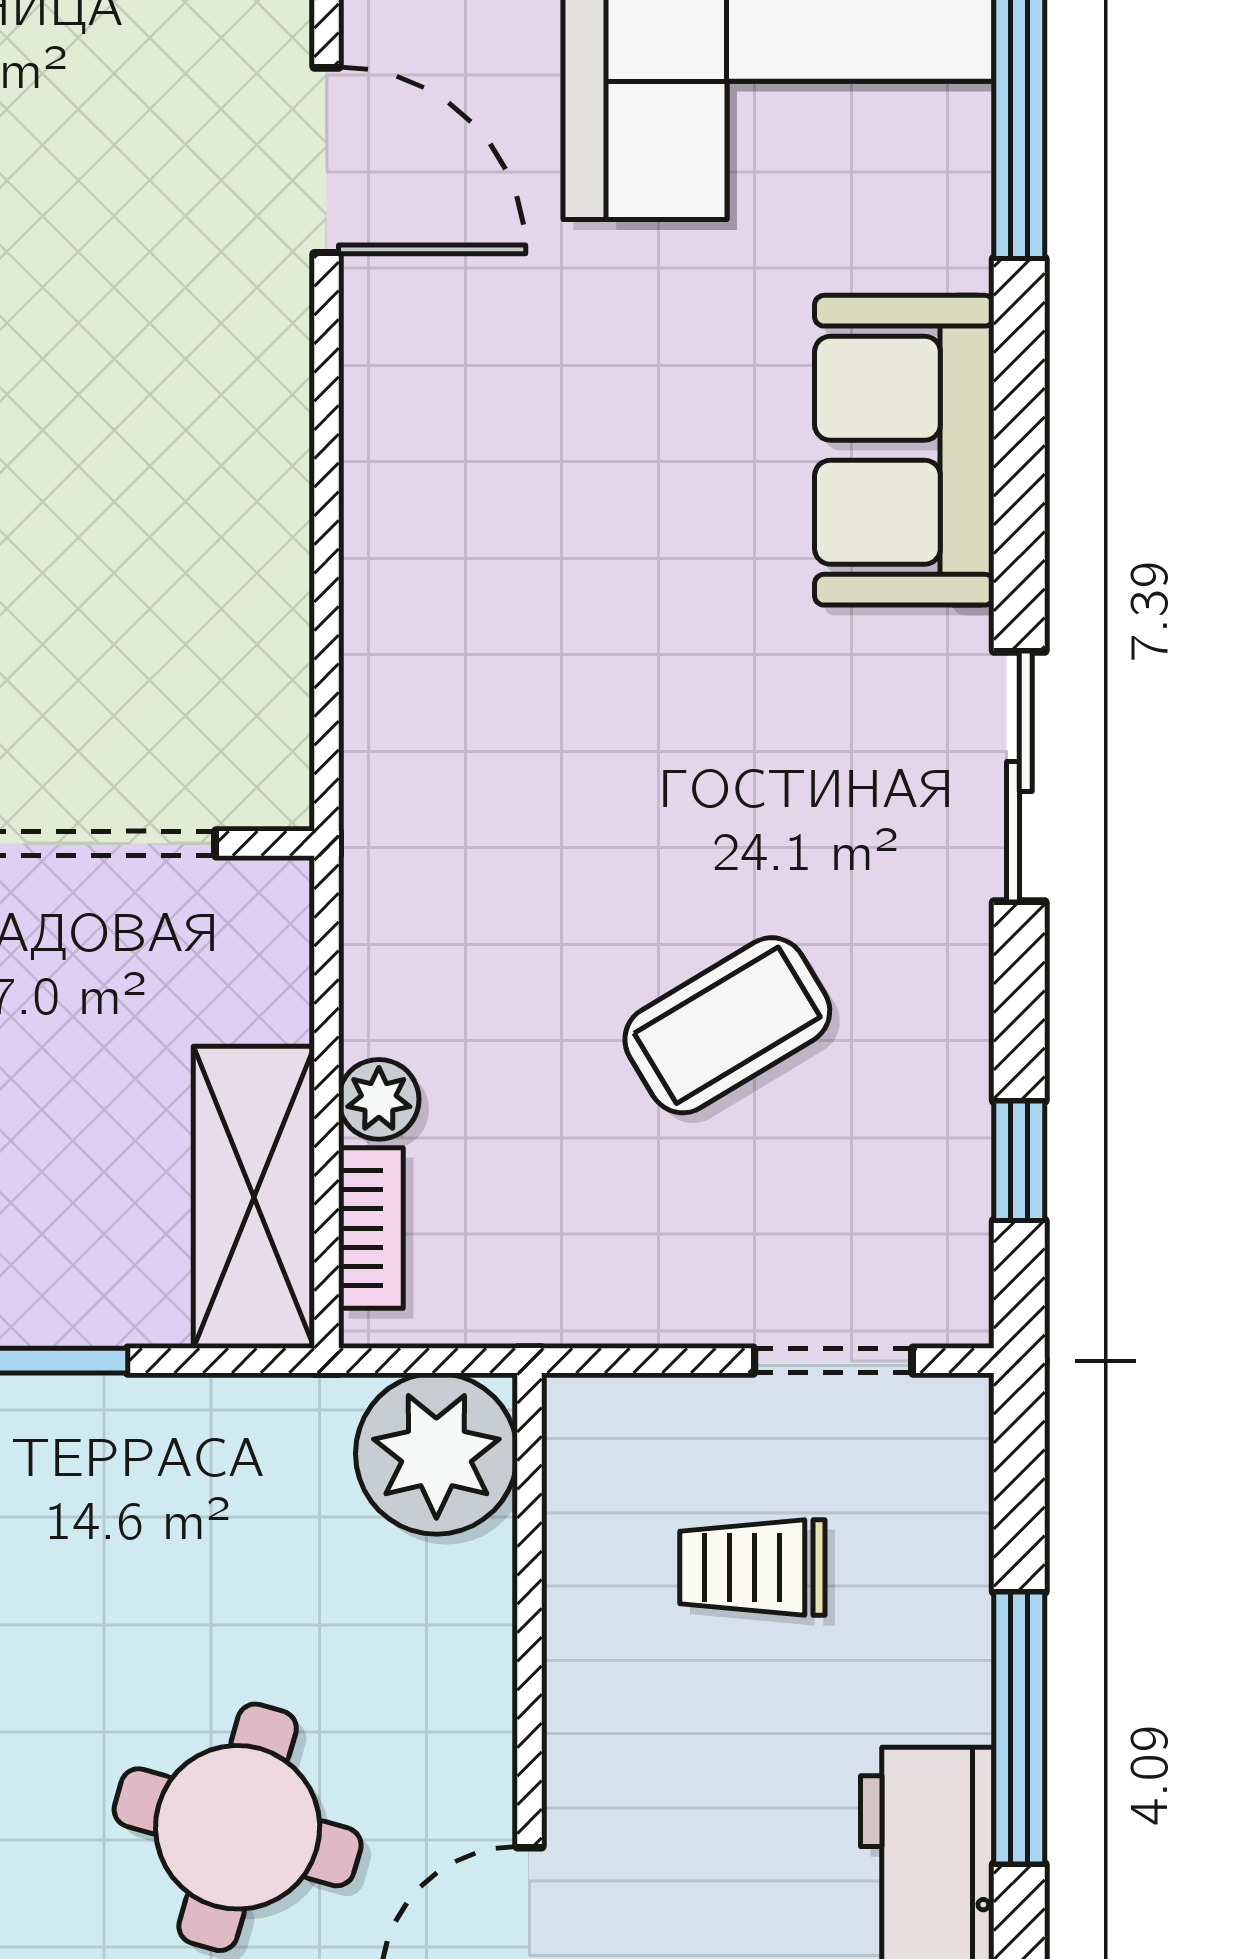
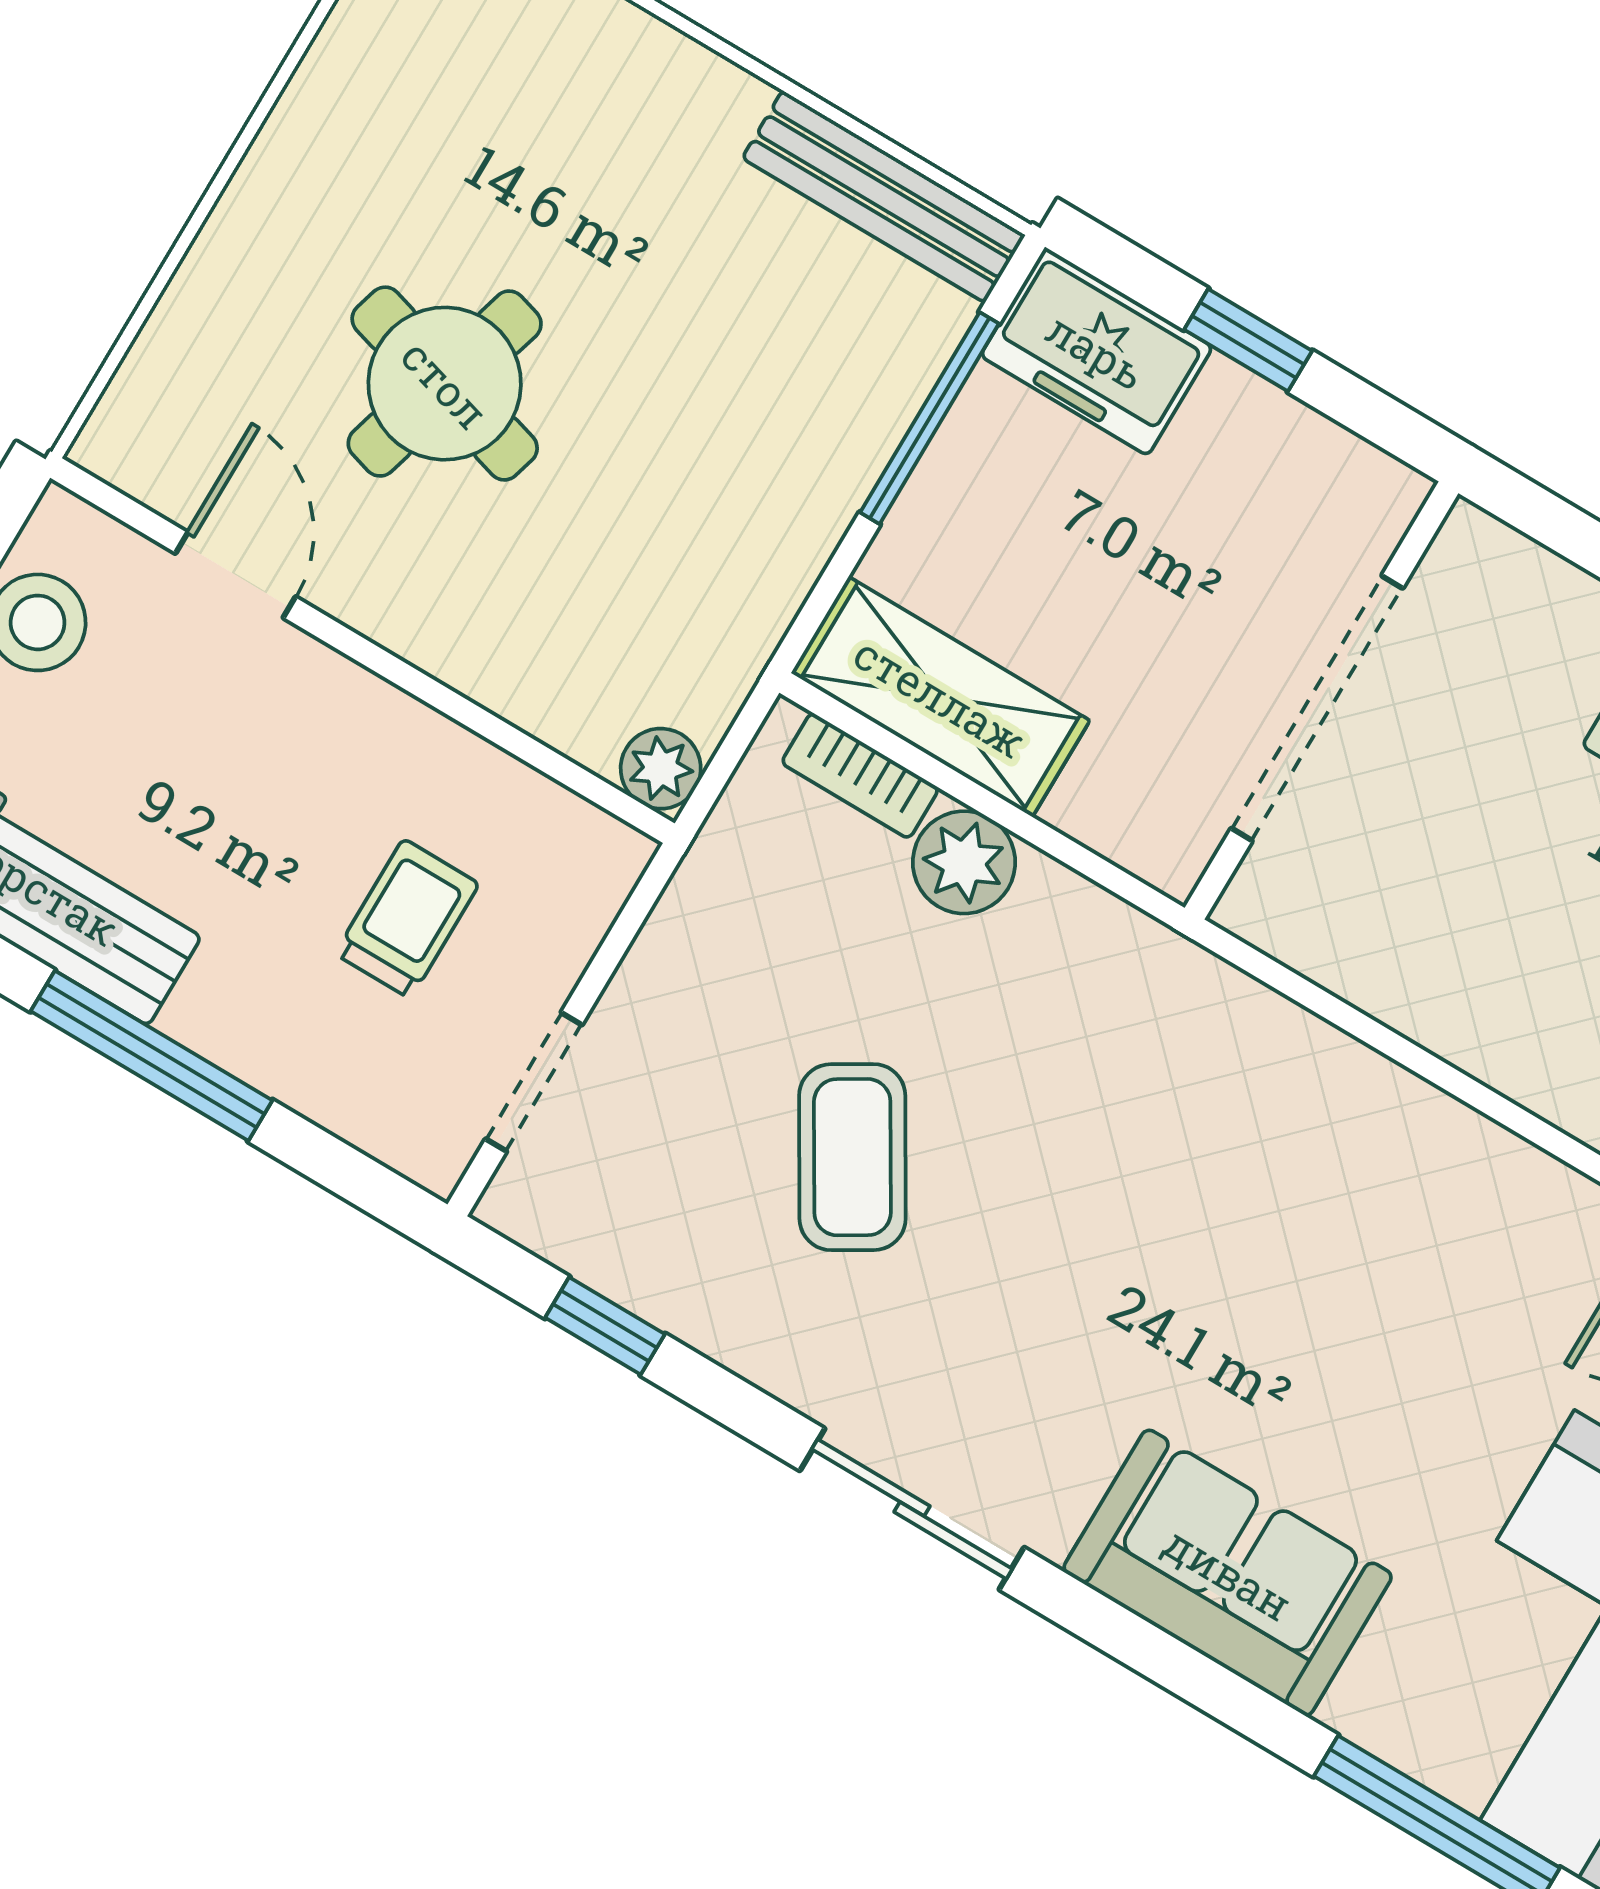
plant: (379, 1099) -> (964, 862), width x1.38, depth x1.38
plant: (436, 1454) -> (661, 769), width x0.53, depth x0.53

